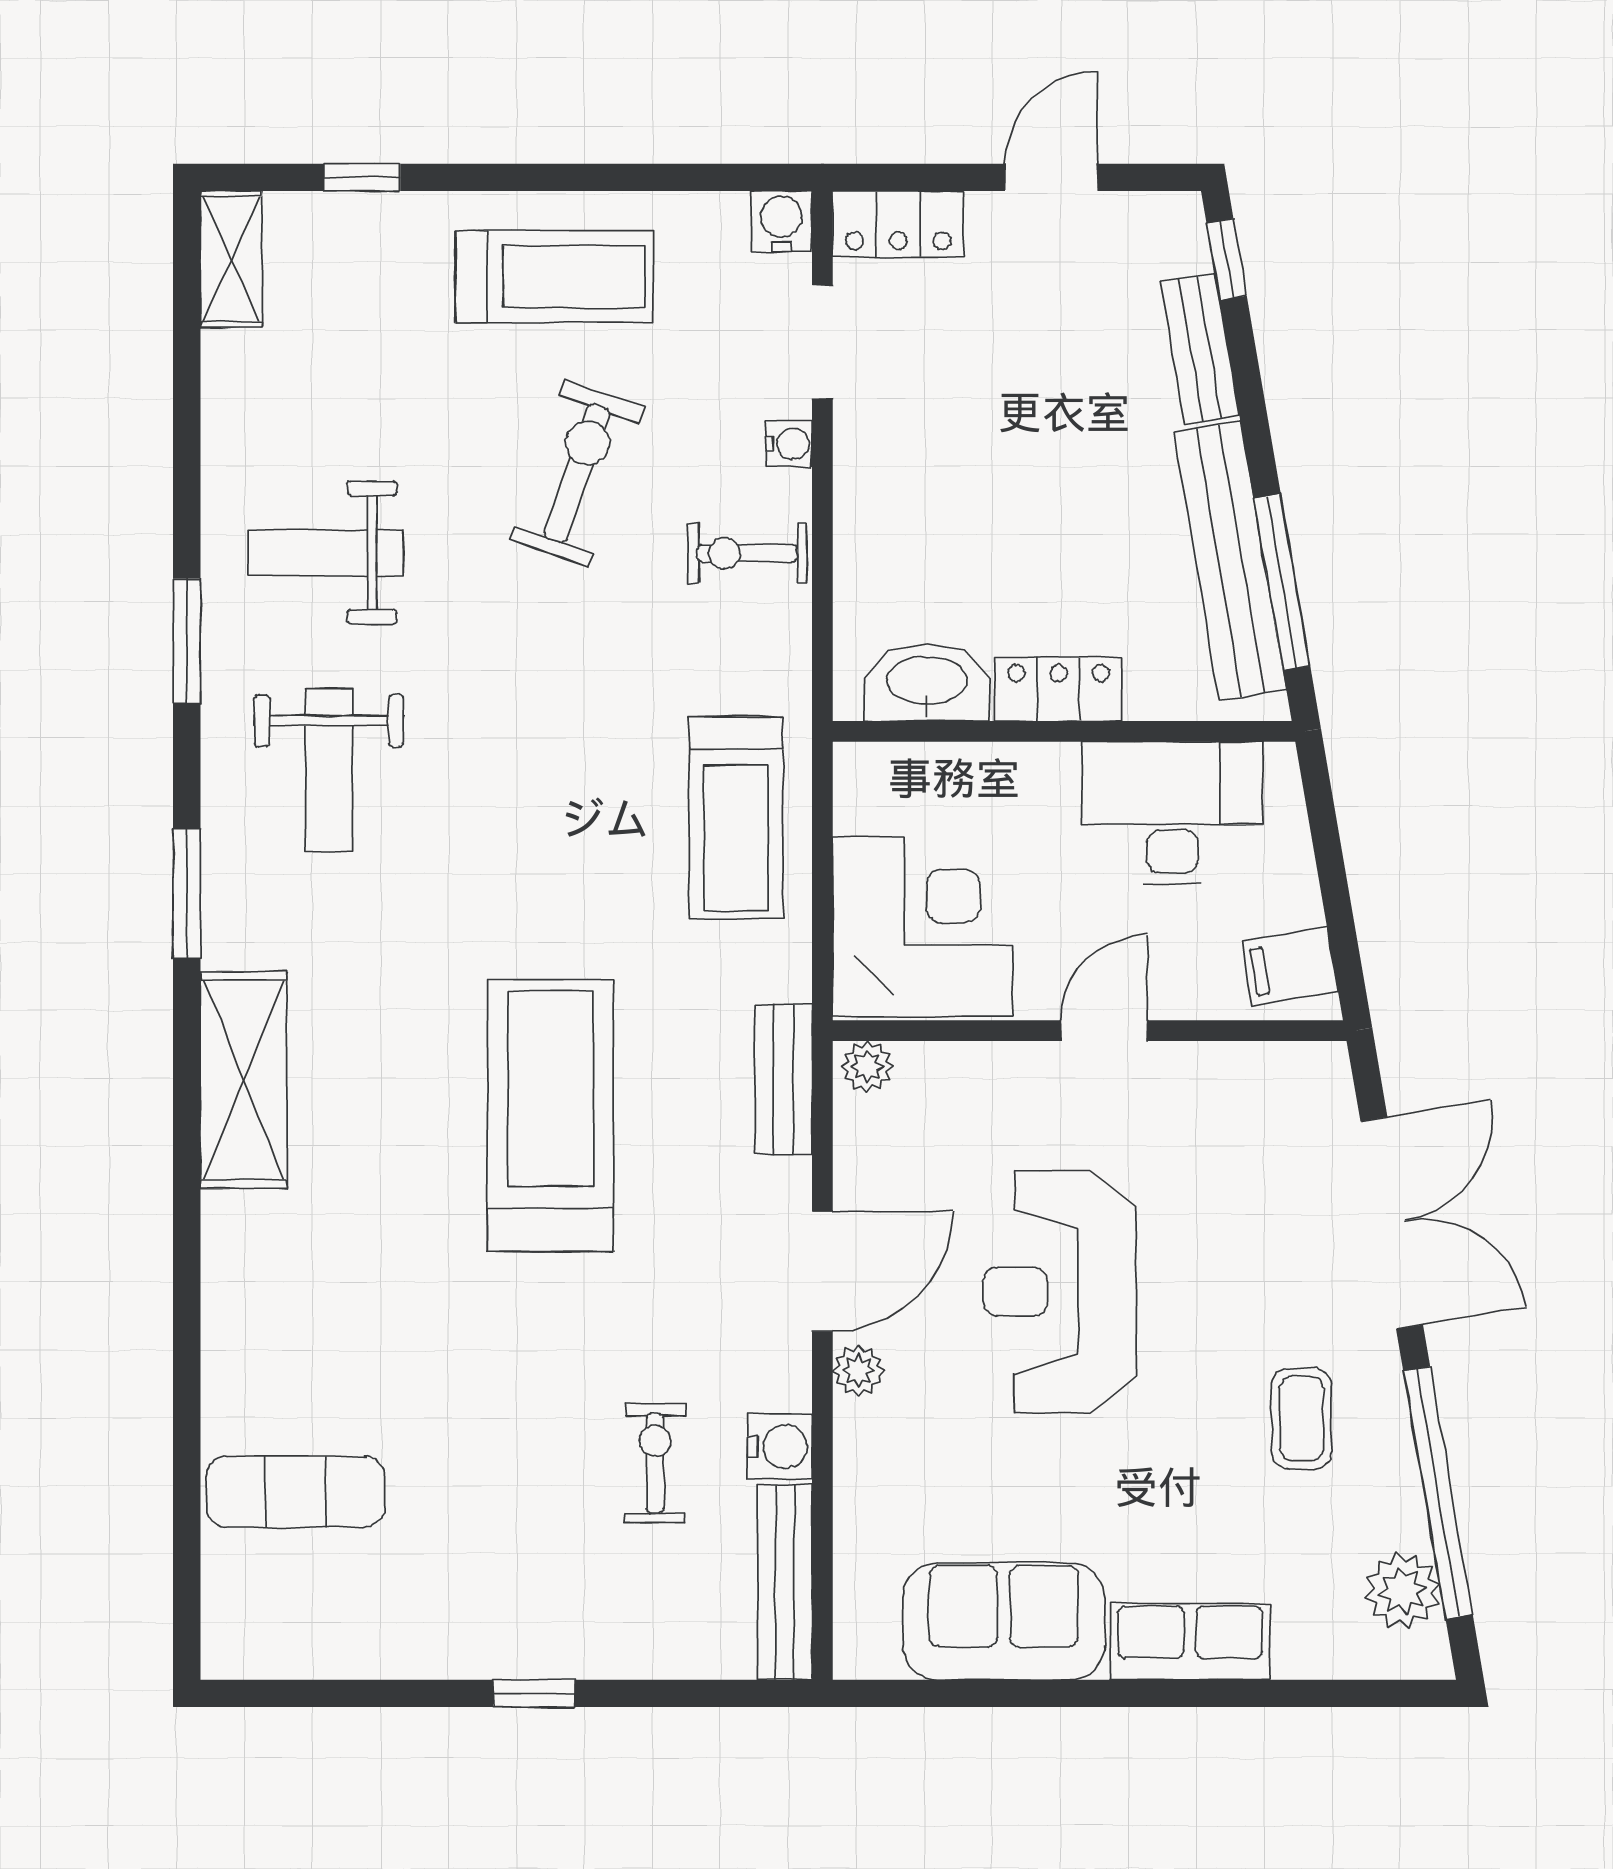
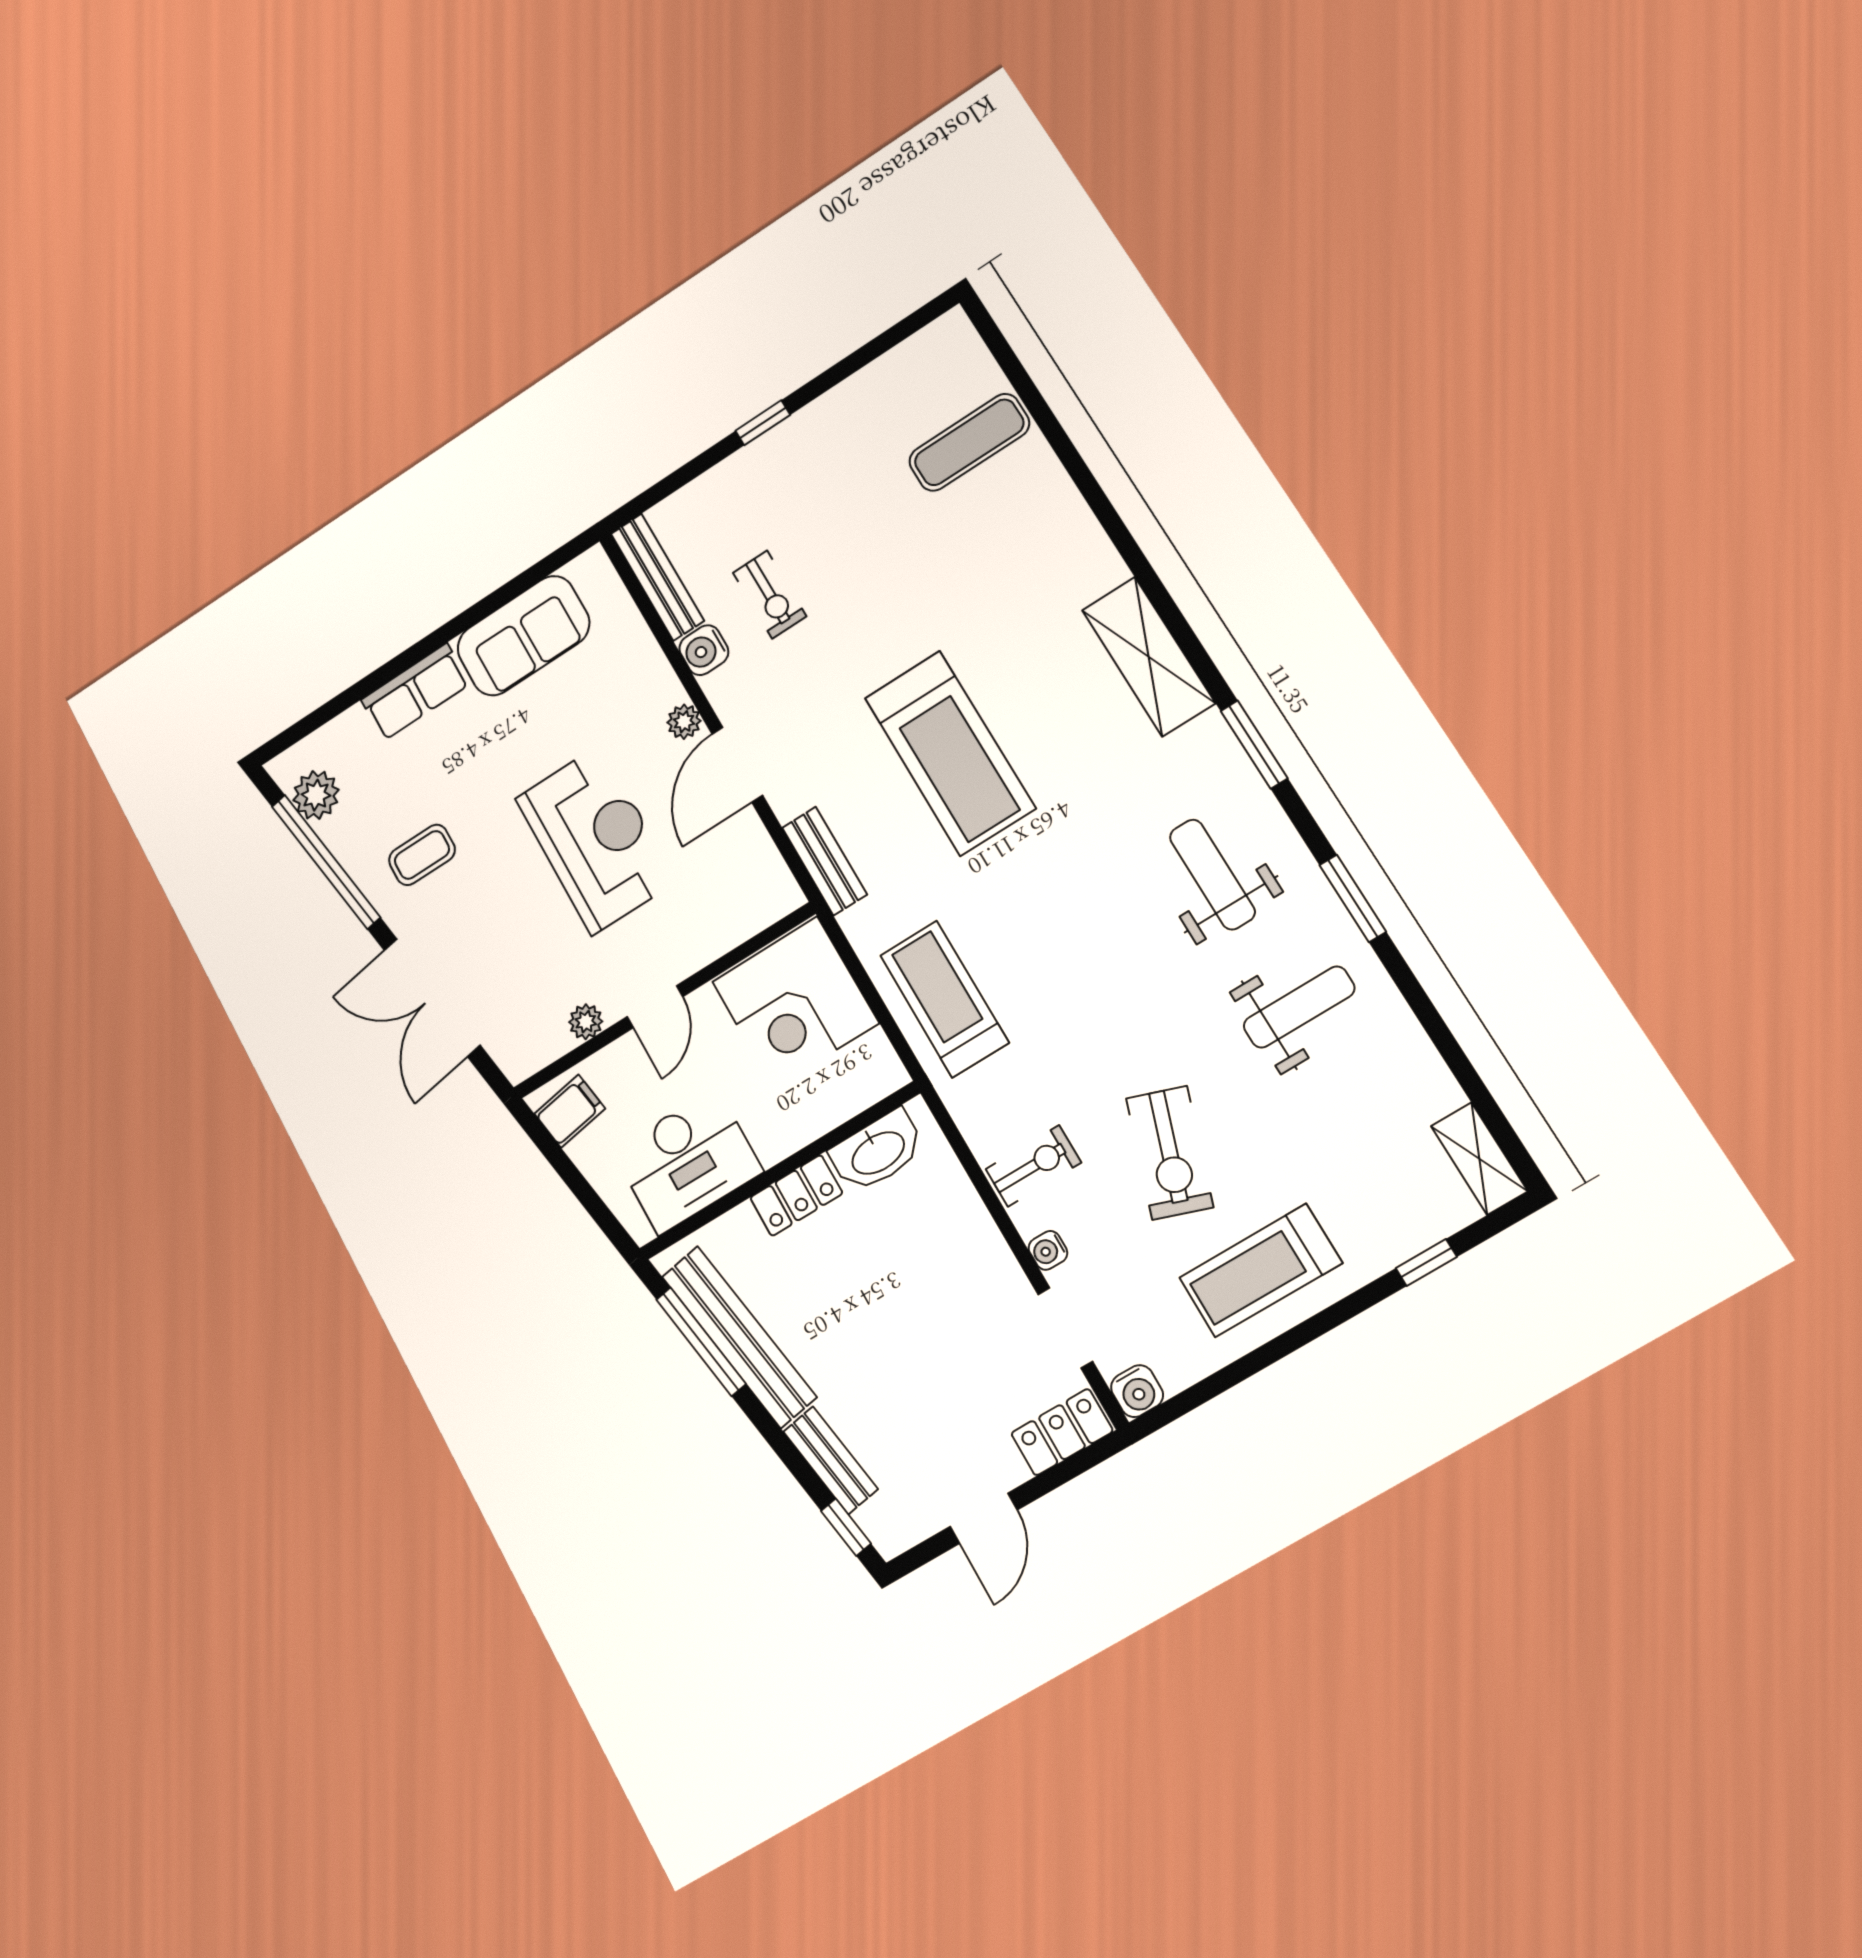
plant: (867, 1067) -> (586, 1022), moved
coffee table: (1302, 1418) -> (422, 855), turned 90

